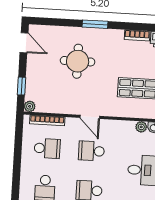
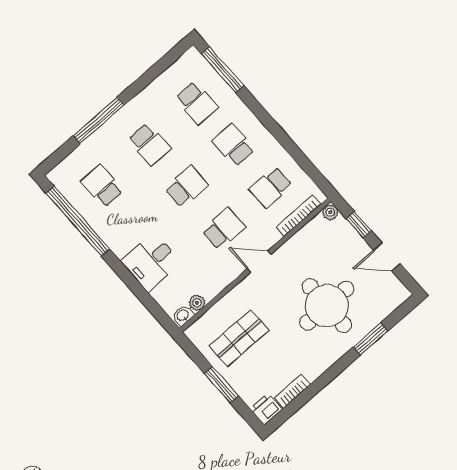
window: (95, 24) -> (371, 339), moved
door: (24, 43) -> (387, 257), moved
round table: (78, 61) -> (327, 306), width x1.36, depth x1.36

